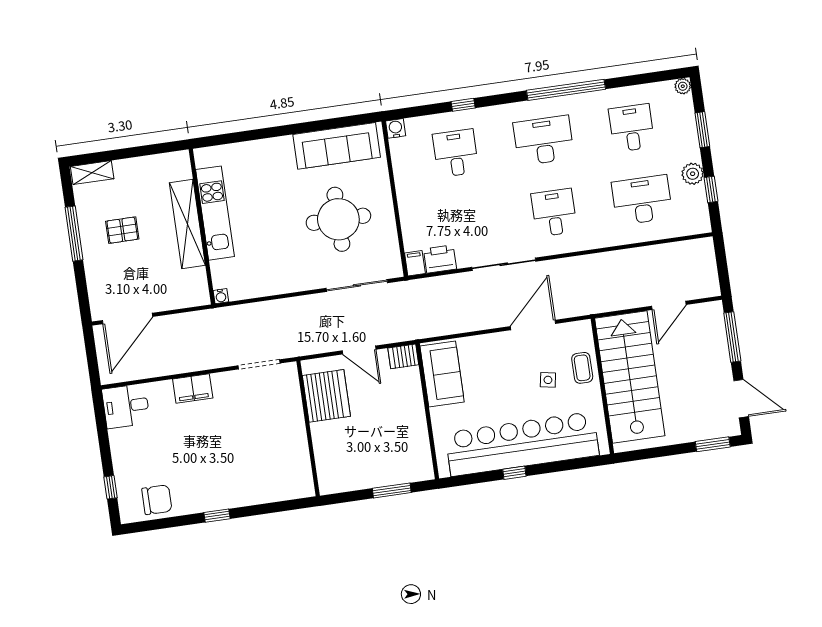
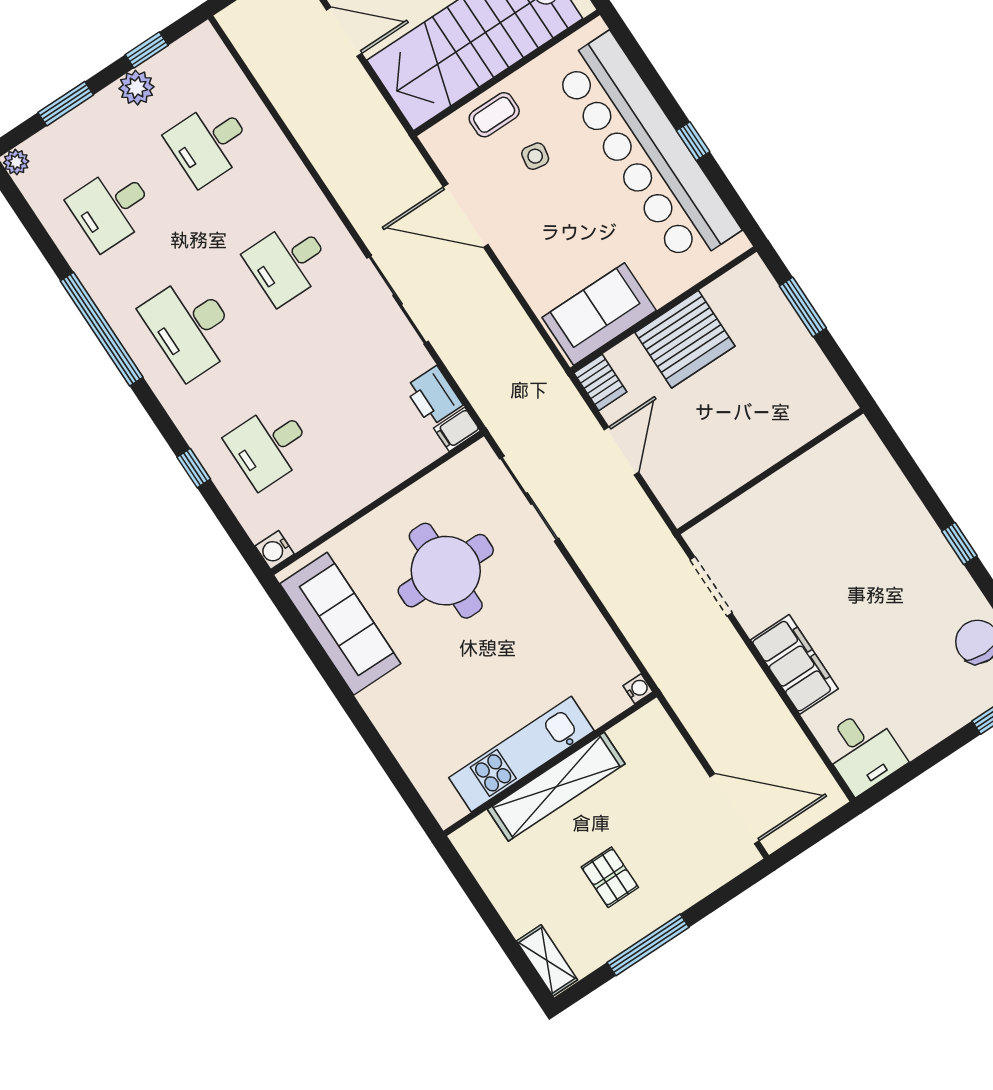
desk: (642, 200) -> (209, 143), width x0.73
filing cabinet: (193, 389) -> (794, 664), width x1.50, depth x1.17
server rack: (326, 396) -> (685, 339), moved, turned 180

